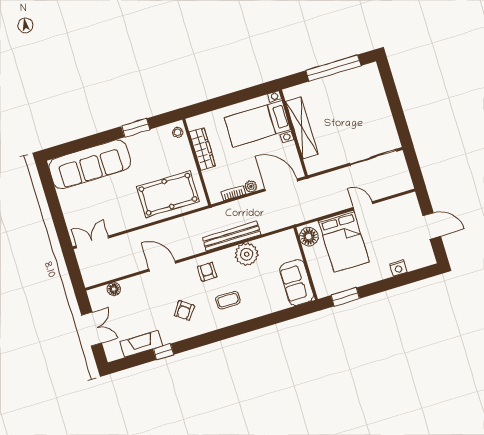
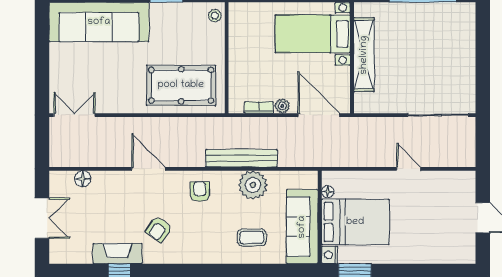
wardrobe: (202, 149) -> (238, 44), removed
floor lamp: (309, 237) -> (328, 192), width x0.53, depth x0.53
bed: (344, 241) -> (355, 222), moved, turned -90
nightstand: (398, 268) -> (330, 255), moved, turned 90
sofa: (297, 283) -> (302, 227), width x1.36
coffee table: (228, 300) -> (252, 237), moved
fireplace: (141, 344) -> (117, 254), moved

